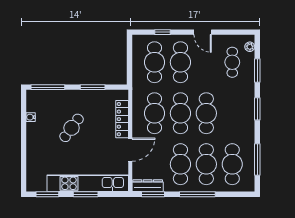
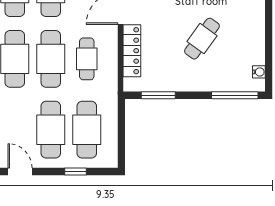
window: (93, 87) -> (158, 95), moved
cafe table: (154, 113) -> (87, 59), width x0.73, depth x0.74
water cooler: (31, 117) -> (259, 72), moved

